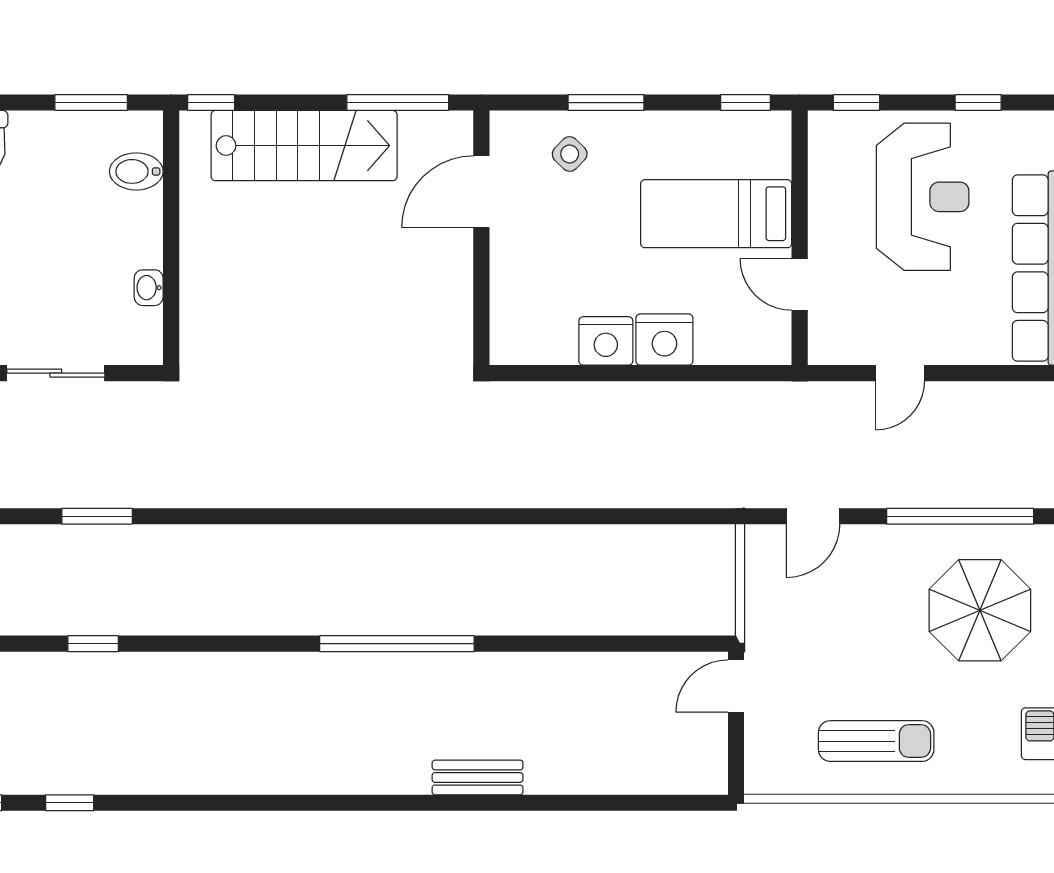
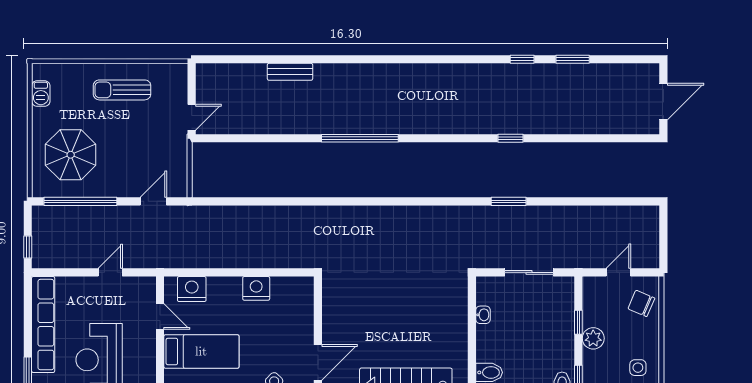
nightstand: (664, 340) -> (192, 289), moved
bench: (478, 777) -> (290, 72), moved

